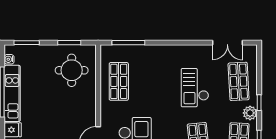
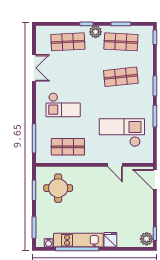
double door: (227, 43) -> (34, 68), moved
checkout: (195, 88) -> (63, 105), moved

